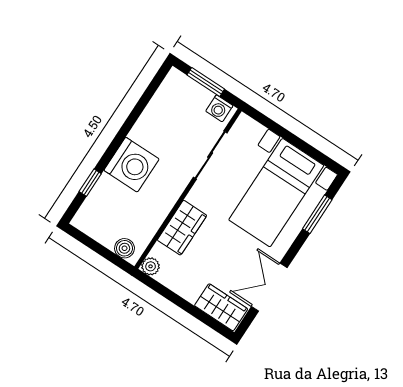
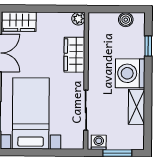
shelving: (149, 121) -> (137, 107), added
boiler: (124, 248) -> (126, 20), moved

